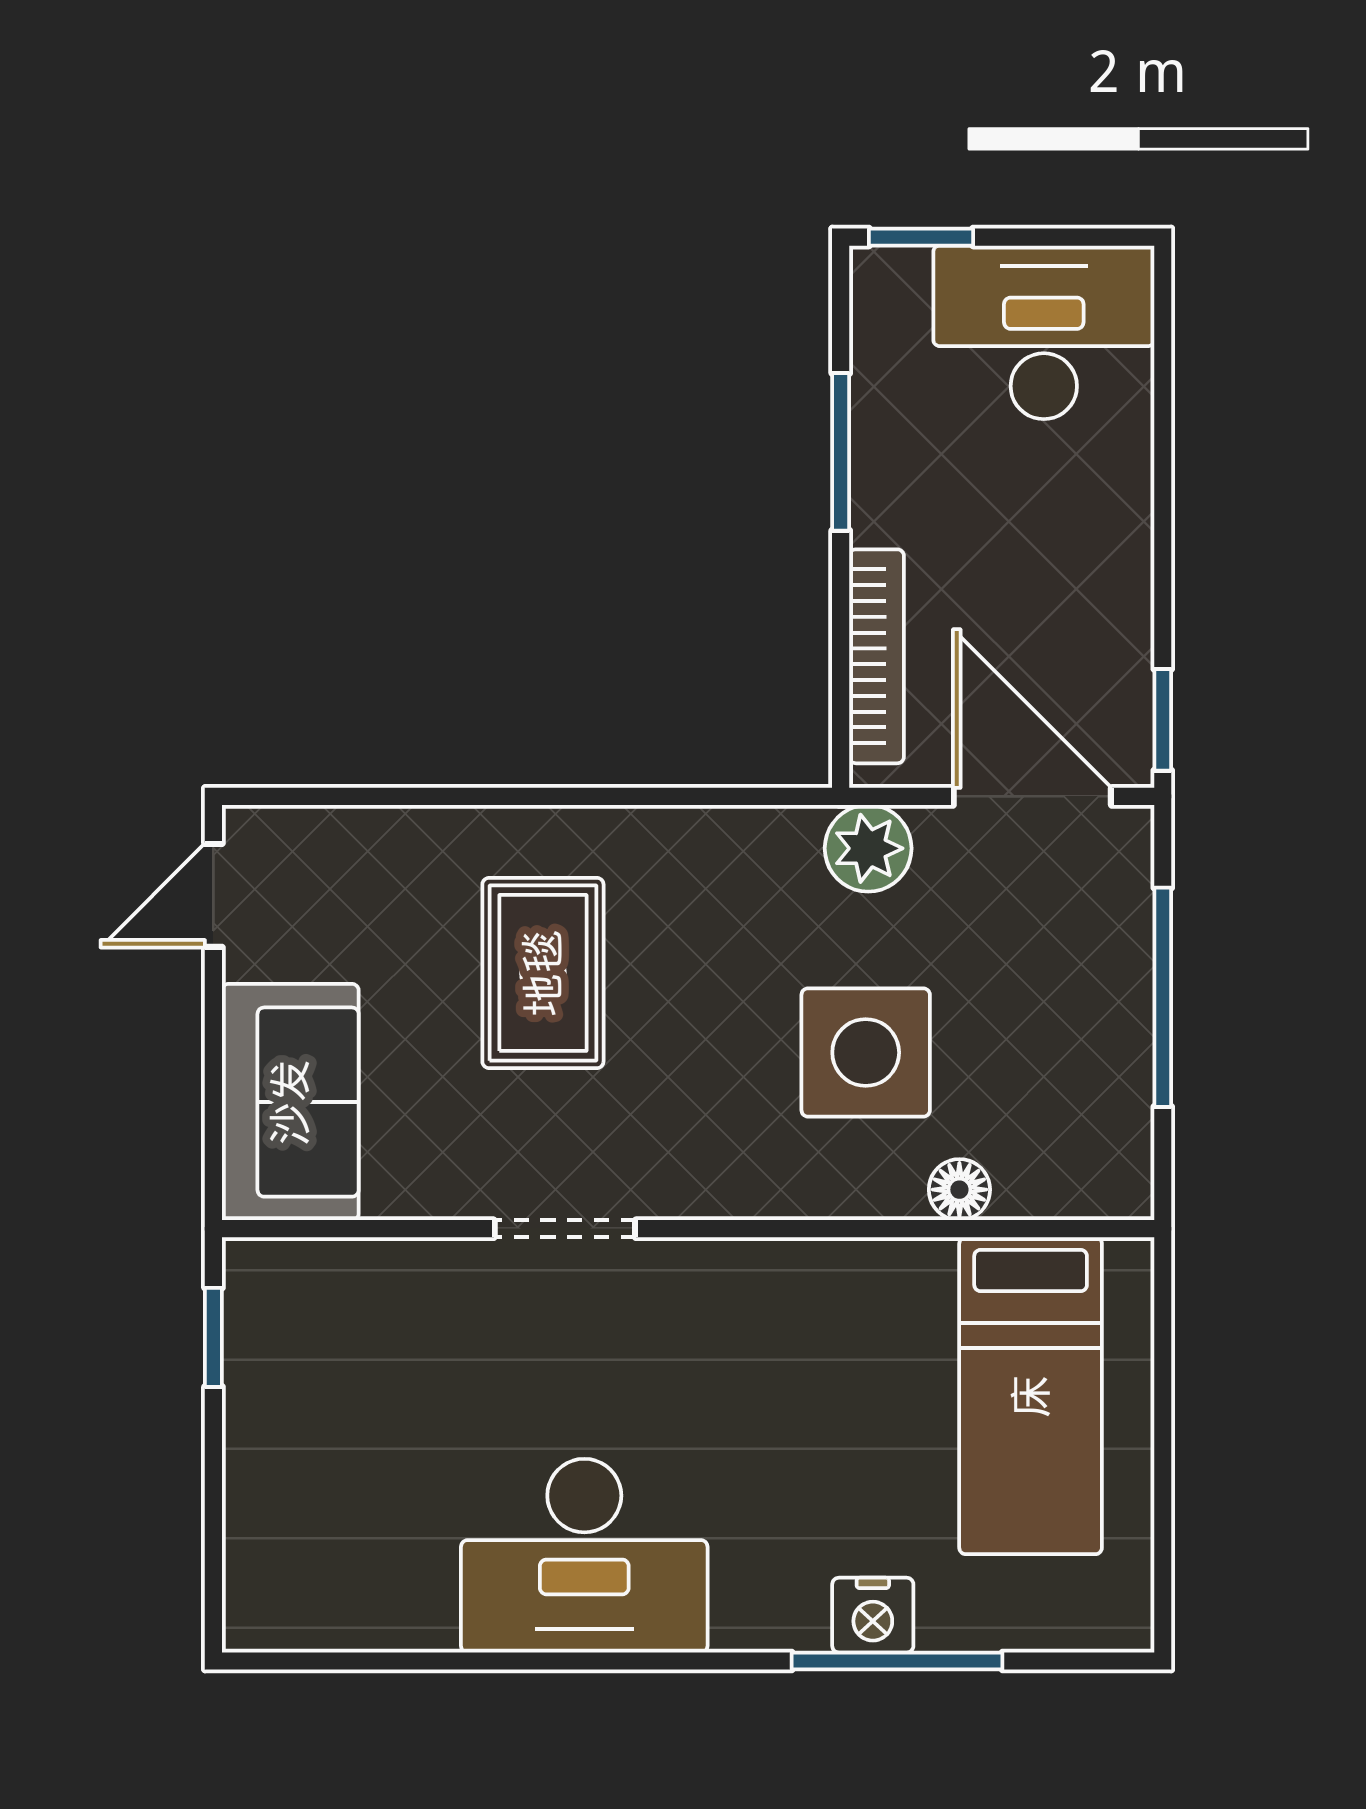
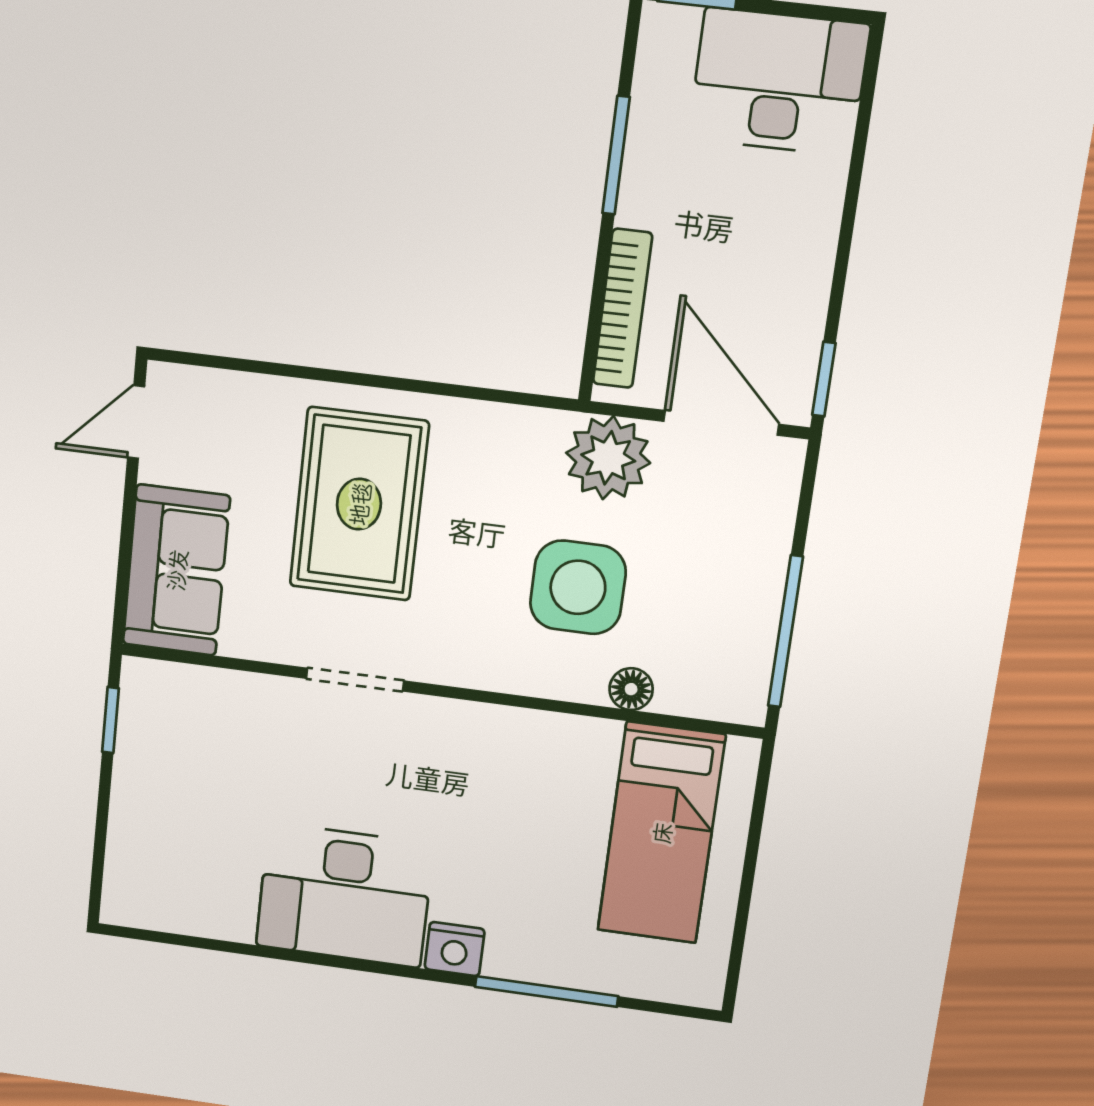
plant: (868, 848) -> (608, 458), width x1.36, depth x1.36
rug: (543, 973) -> (359, 504), width x1.36, depth x1.43
window: (1163, 997) -> (785, 631), moved
nightstand: (873, 1615) -> (455, 949), moved

